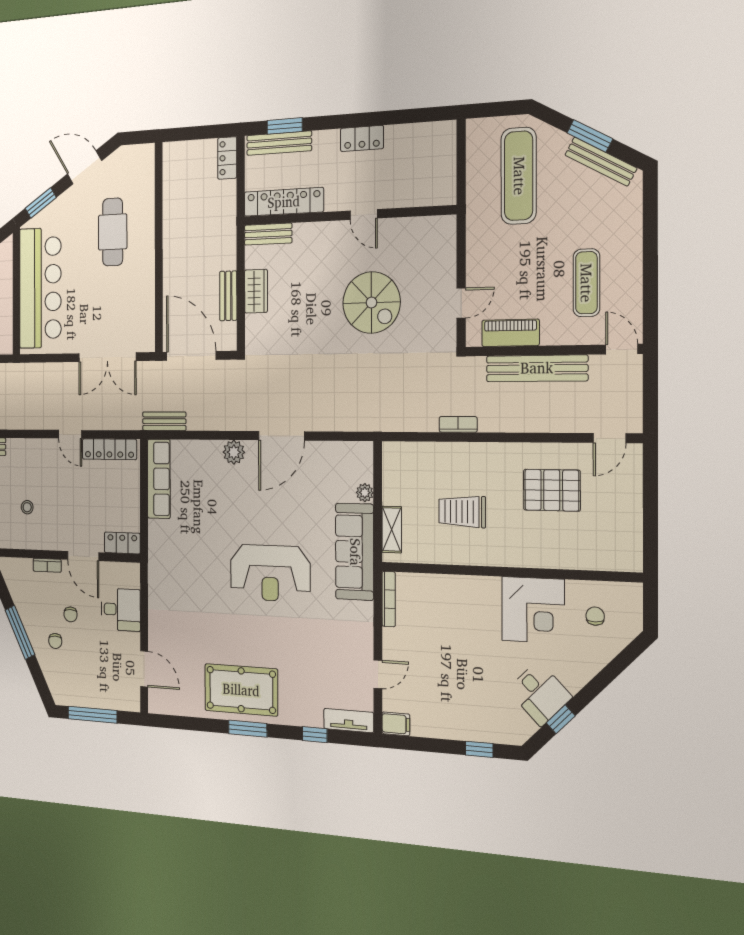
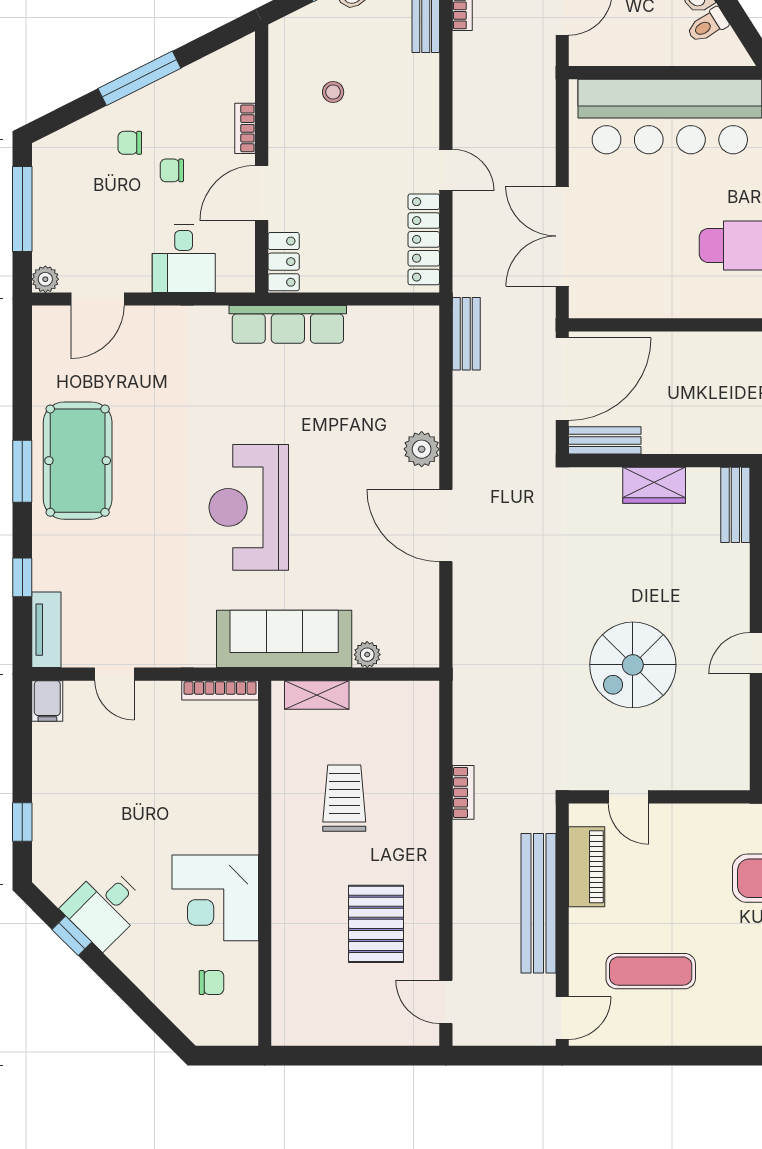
bench: (228, 296) -> (605, 440), moved
door: (70, 434) -> (446, 170), swing flipped
row of seats: (159, 479) -> (288, 324), moved
plant: (133, 703) -> (45, 279), added

